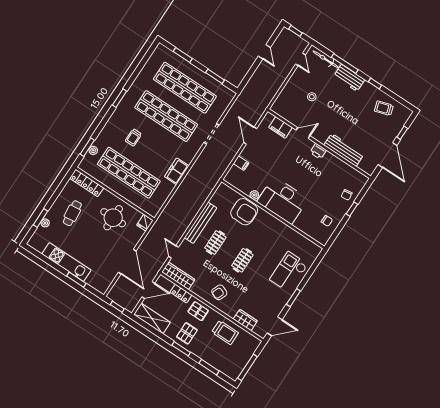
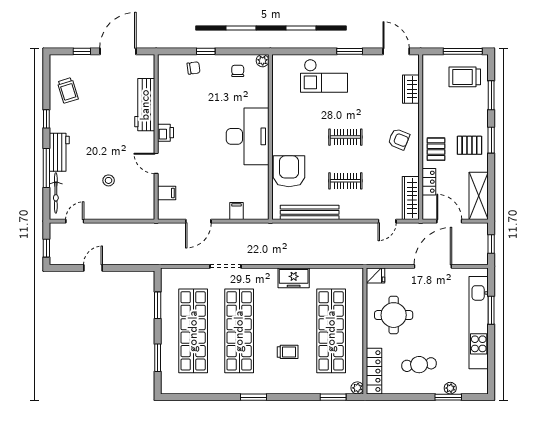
filing cabinet: (281, 127) -> (167, 193), width x0.50
plant: (93, 150) -> (357, 388), moved
plant: (254, 195) -> (263, 61), moved
bench: (201, 223) -> (310, 212), moved
kitchen unit: (66, 262) -> (479, 323), width x1.36
trolley: (225, 332) -> (465, 77), moved, turned -90

